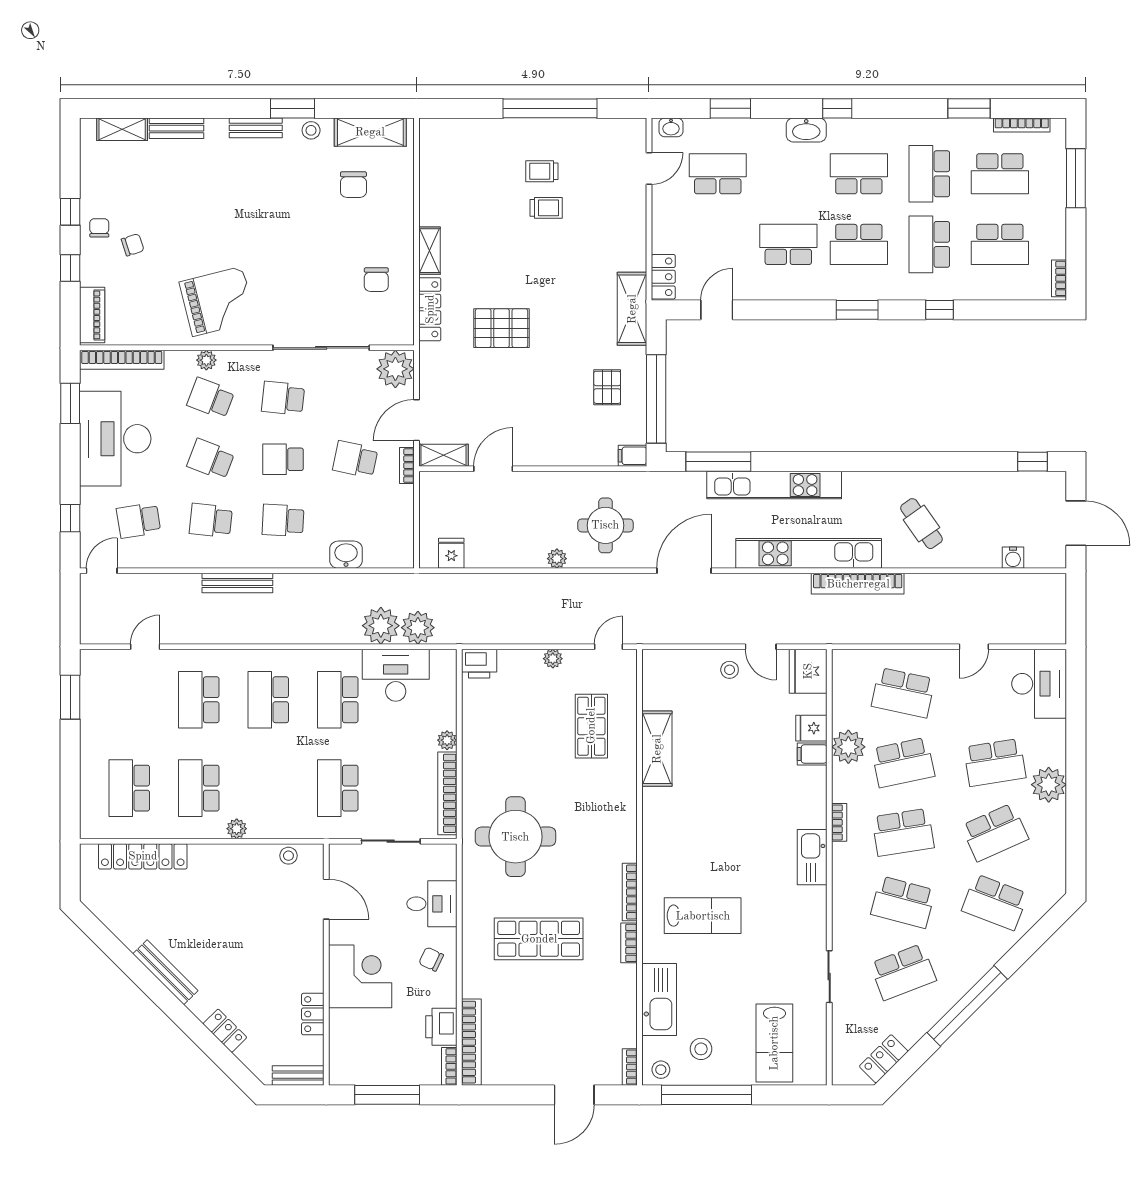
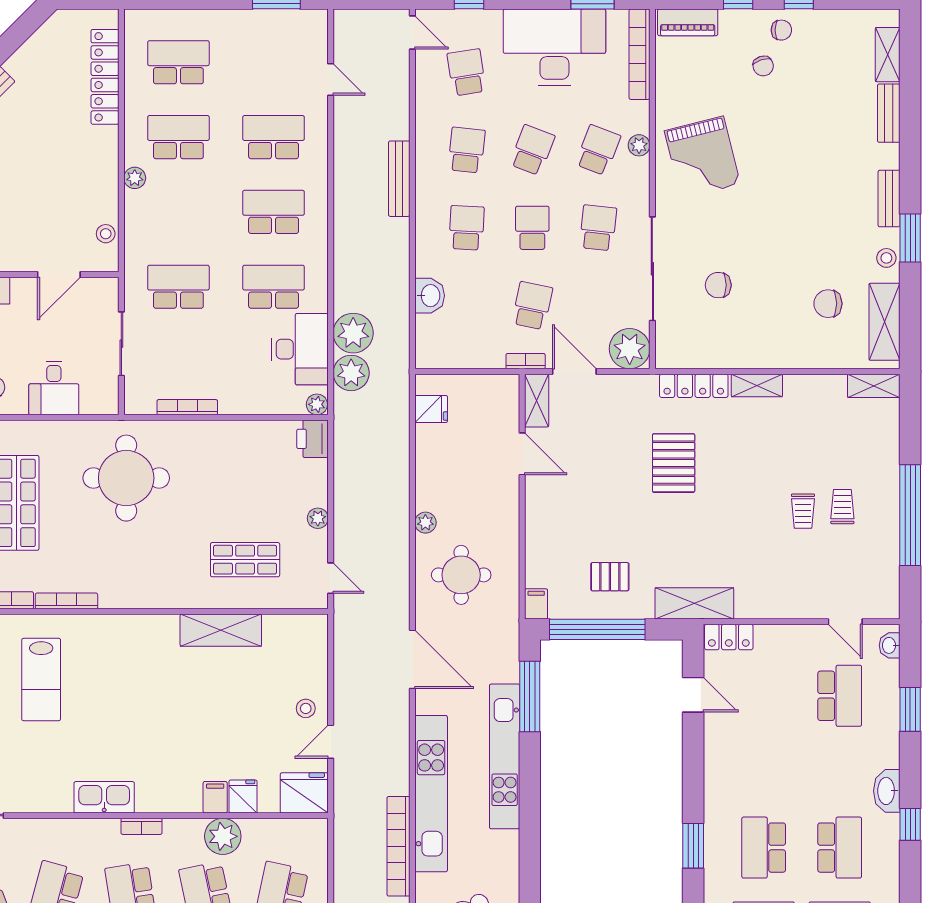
shelving: (430, 142) -> (874, 386), added
school desk: (788, 244) -> (764, 772), removed
chair: (376, 280) -> (718, 285), moved
plant: (447, 740) -> (317, 404), moved
bookcase: (447, 793) -> (187, 407), width x0.68, depth x0.76

